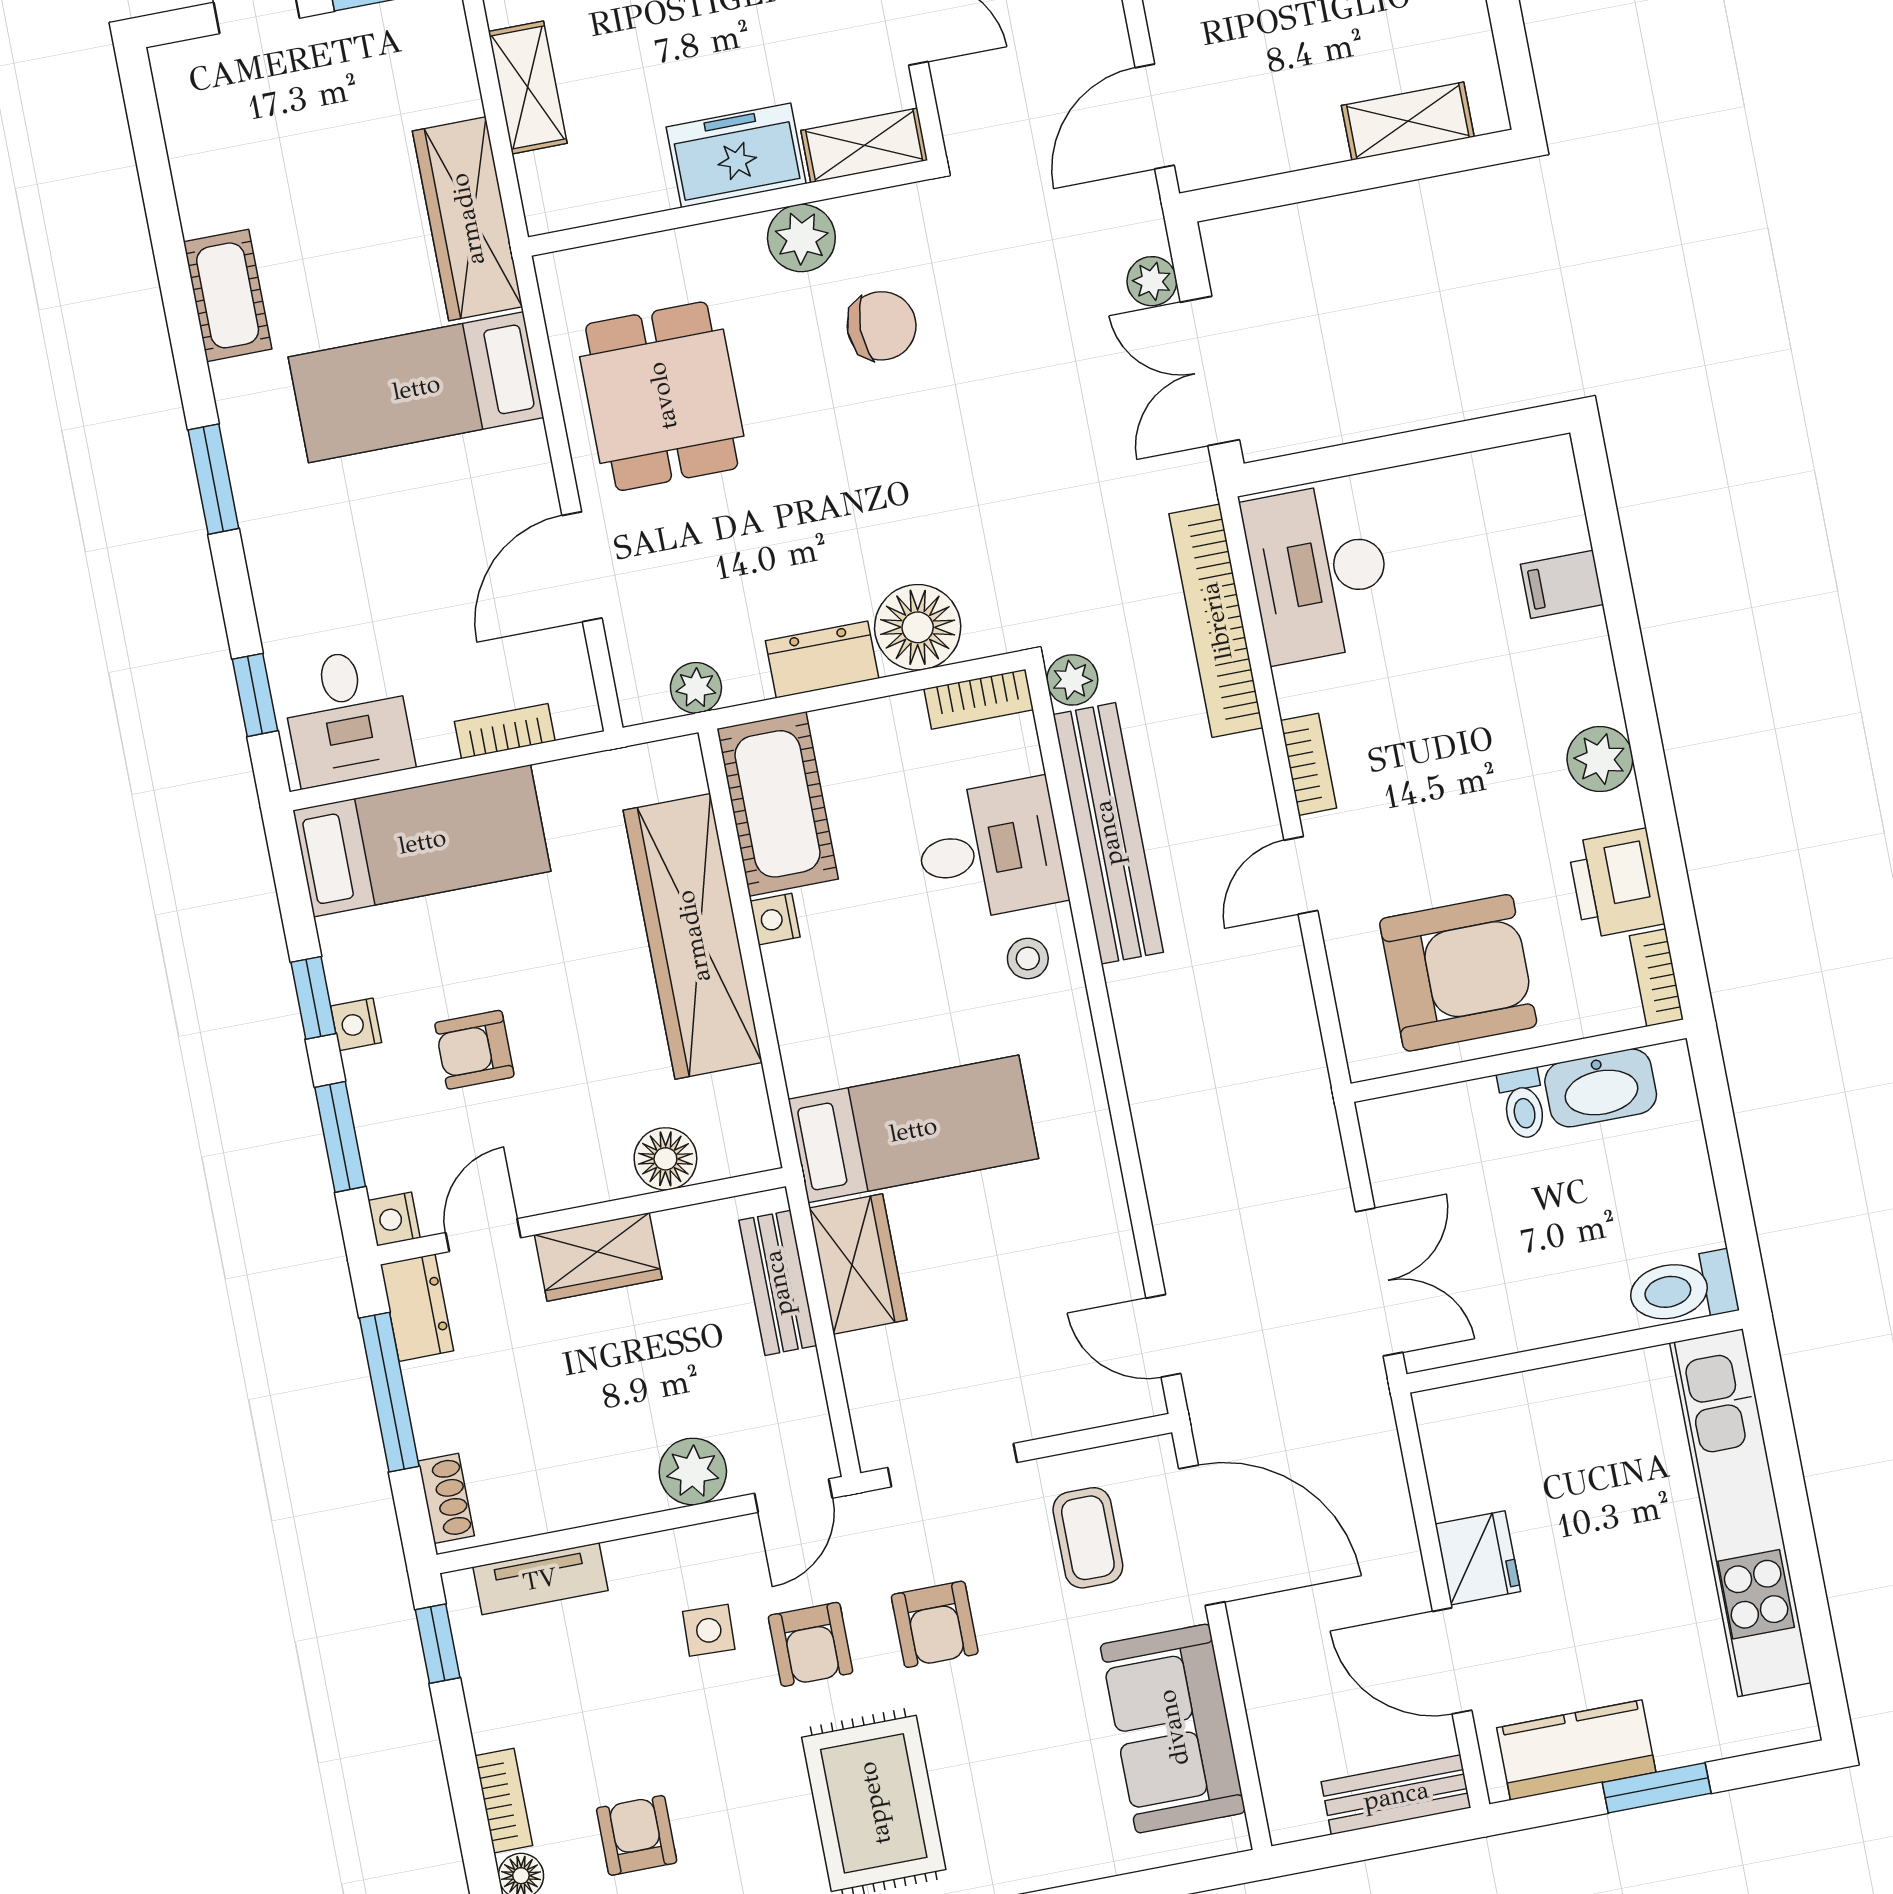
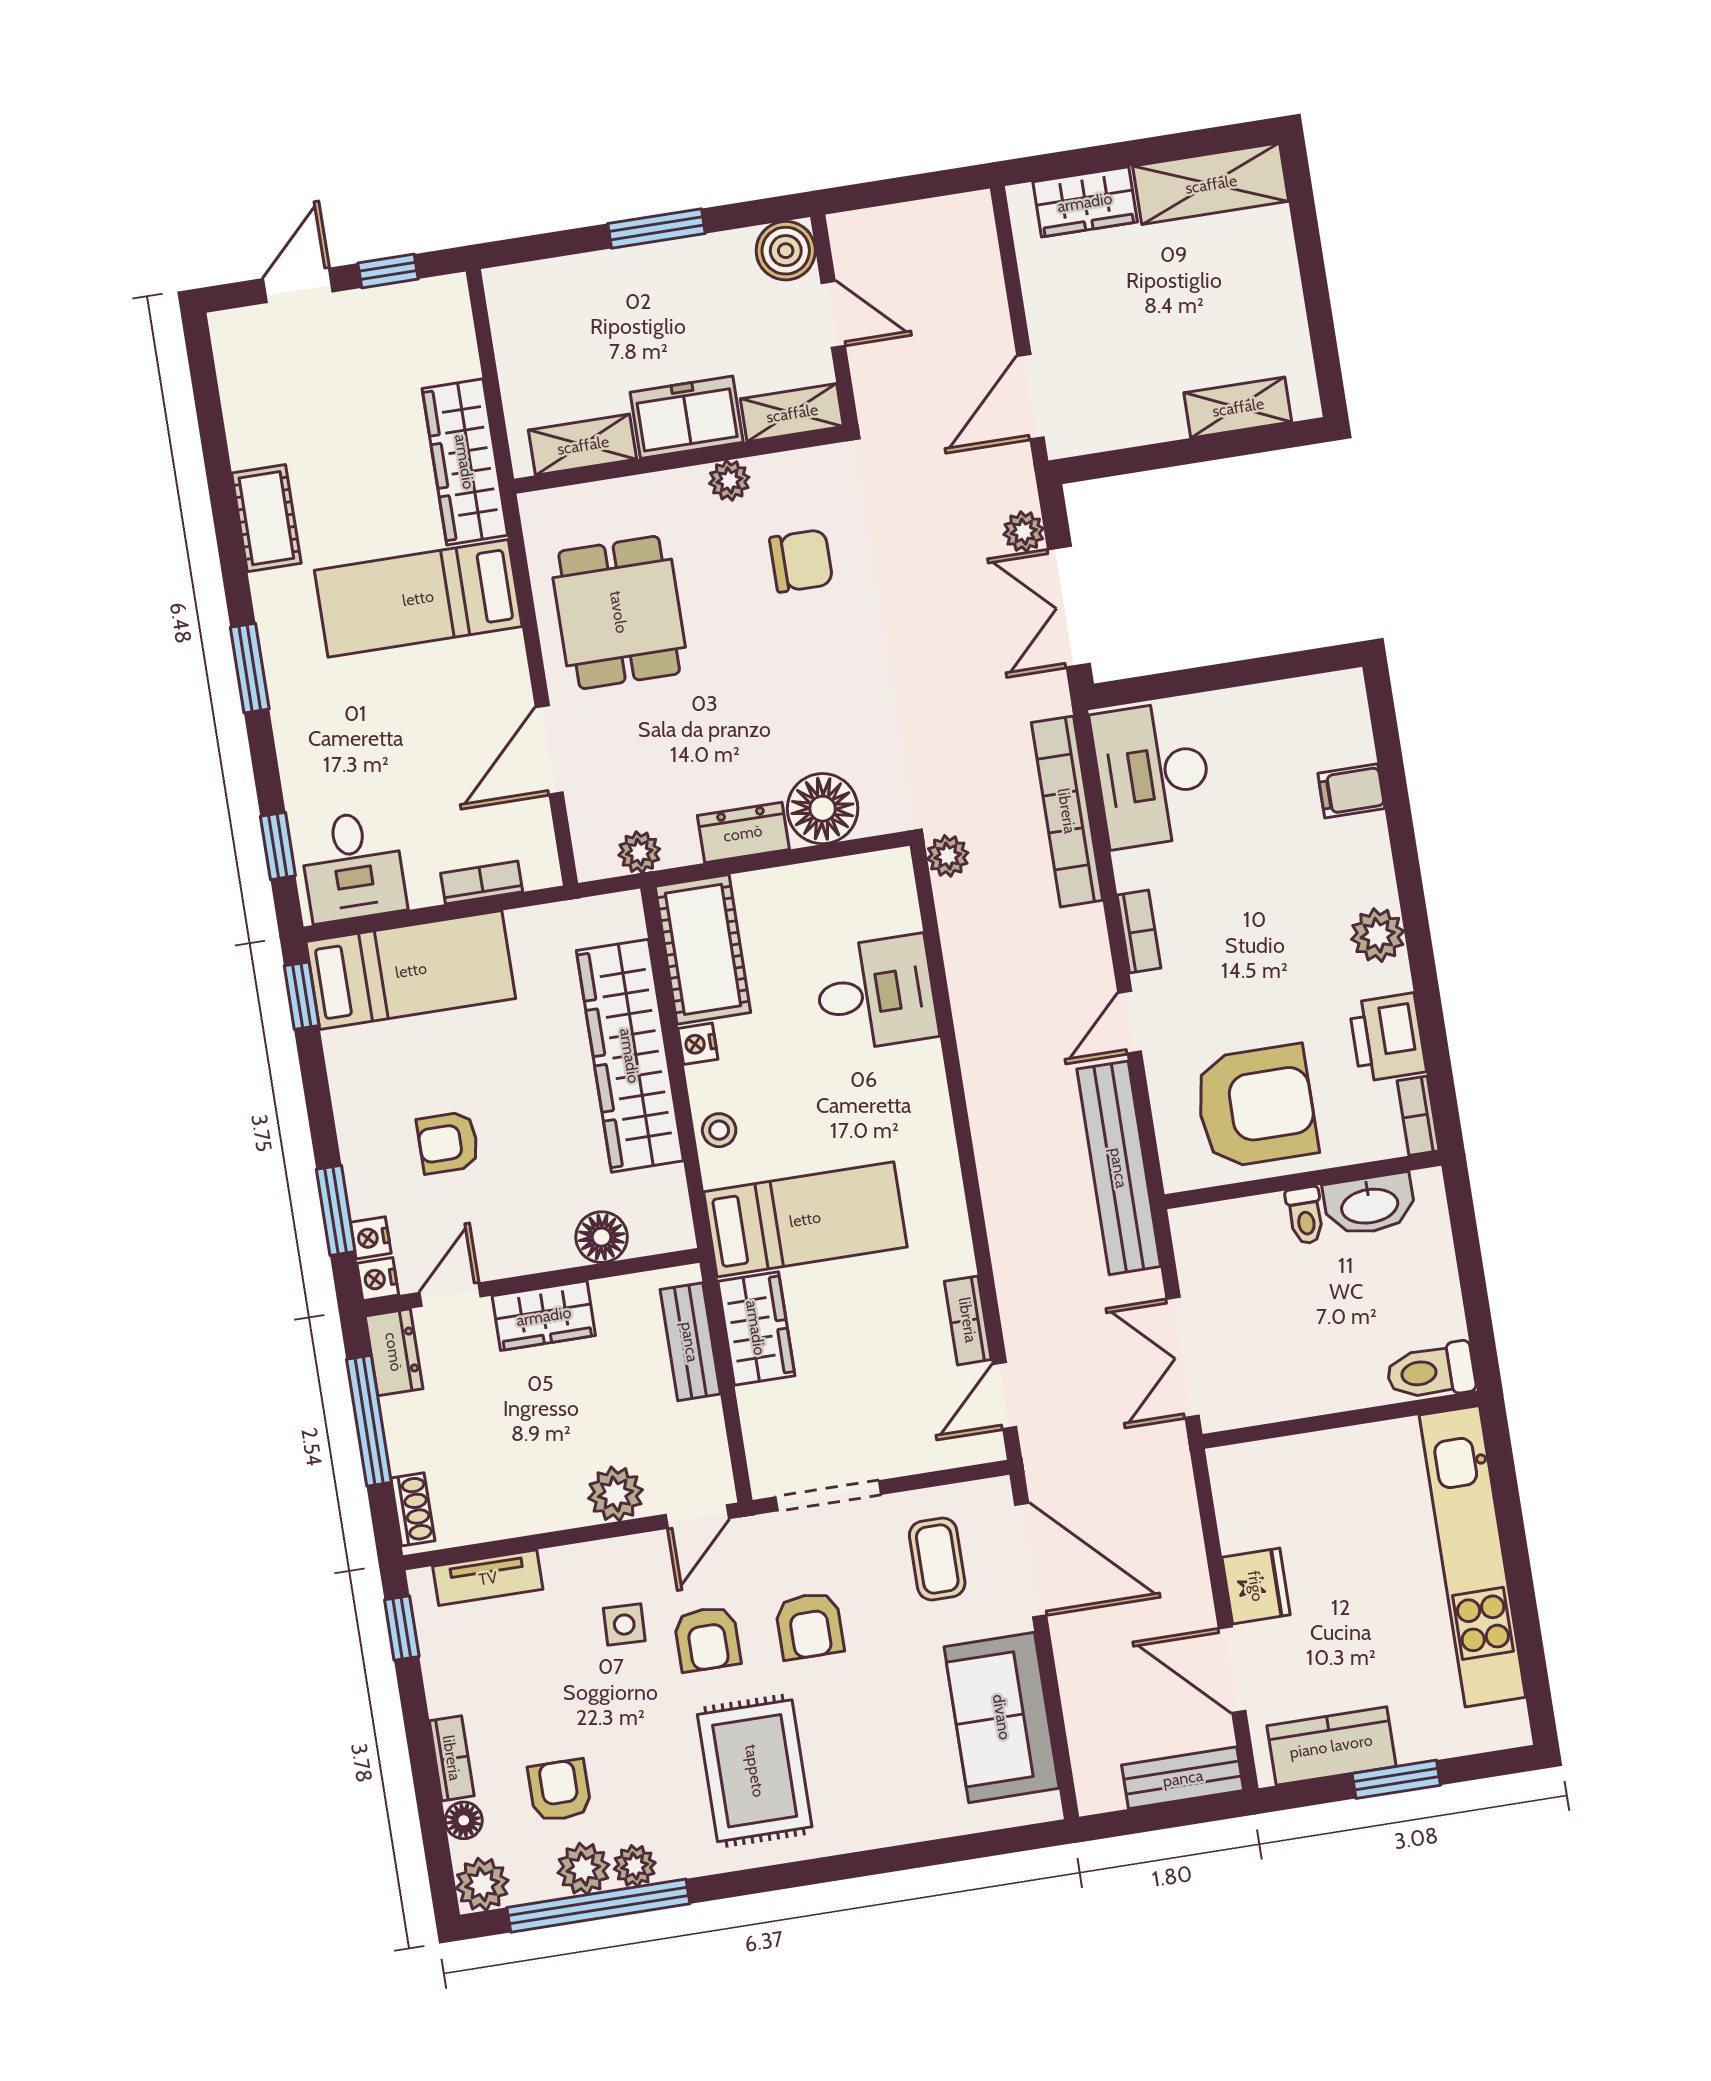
shelving: (528, 87) -> (583, 445), moved, turned 90
plant: (801, 238) -> (729, 480), width x0.73, depth x0.73
bookcase: (979, 699) -> (968, 1320), moved, turned 90
bench: (1108, 833) -> (1119, 1168), moved
stool: (1028, 958) -> (719, 1130), moved
window: (313, 998) -> (302, 996), moved
nightstand: (356, 1024) -> (371, 1238), moved
double door: (1379, 1282) -> (1183, 1357), swing flipped
door: (1163, 1336) -> (1005, 1396), hinge flipped

